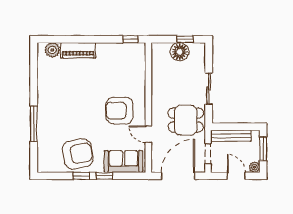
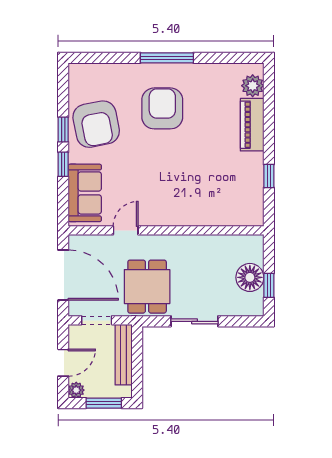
window: (130, 39) -> (269, 176), moved
armchair: (119, 111) -> (162, 108), moved
window: (34, 124) -> (167, 58), moved

